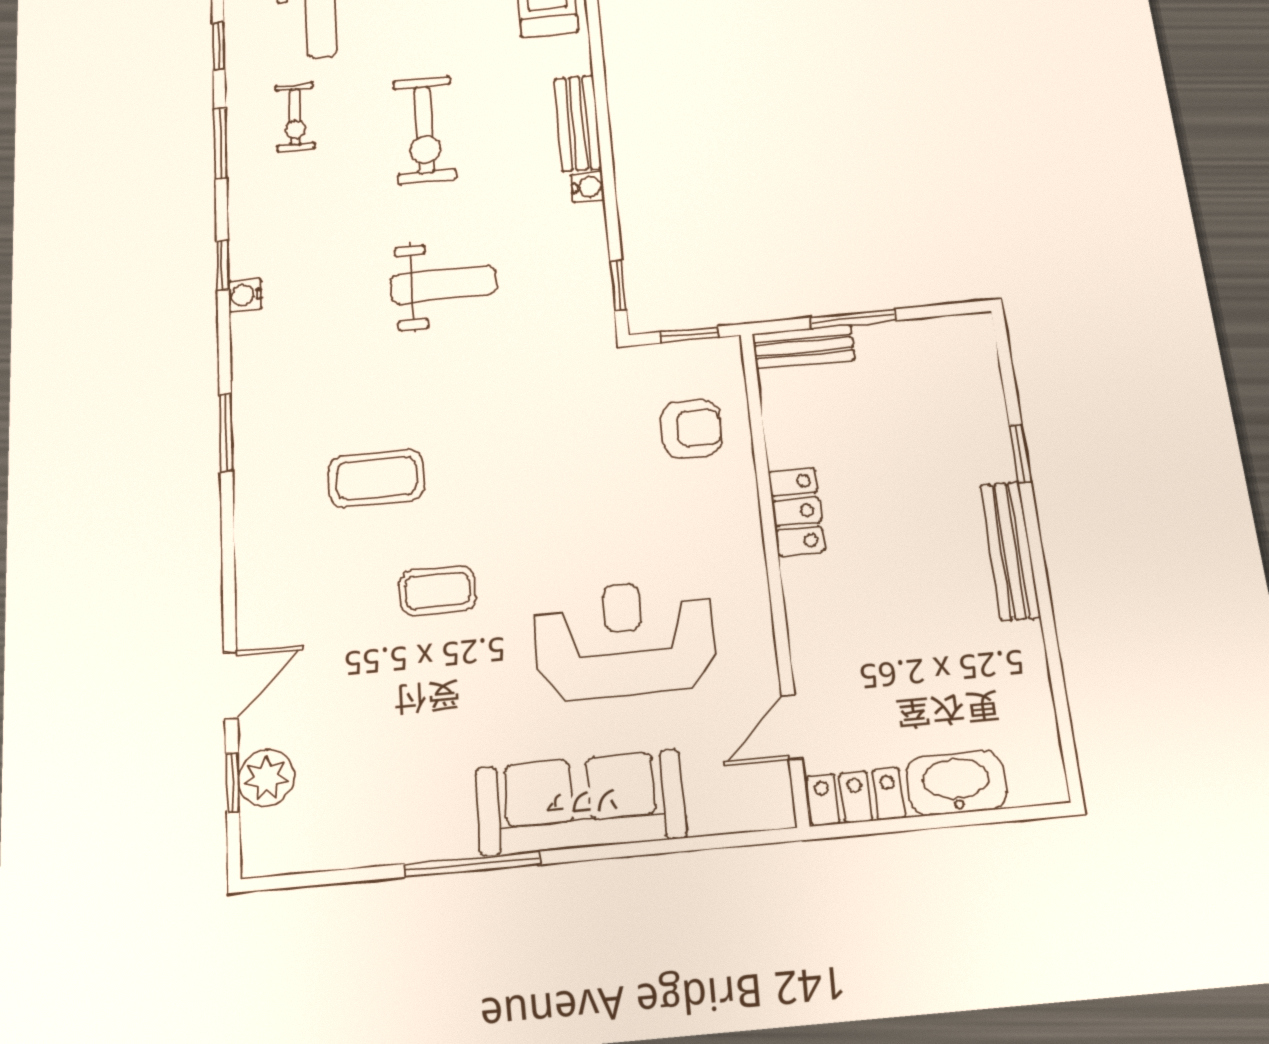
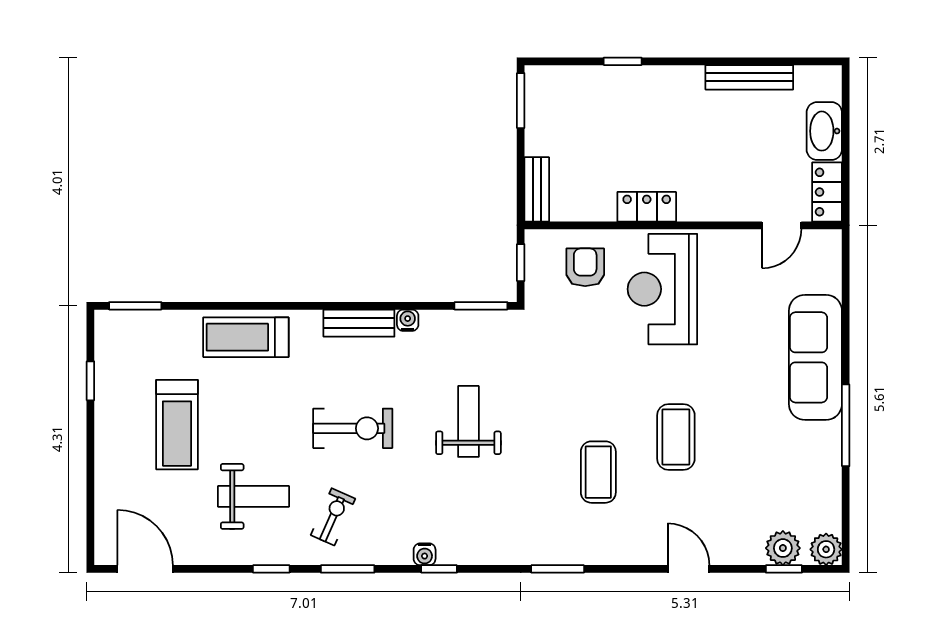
exercise bike: (295, 117) -> (333, 517), turned -66
window: (618, 285) -> (481, 306), width x1.50
water cooler: (245, 295) -> (425, 554), moved
window: (853, 319) -> (521, 101), moved
bench: (1010, 550) -> (749, 77), moved
coffee table: (437, 591) -> (676, 437), width x1.36, depth x1.30
reception desk: (625, 640) -> (662, 289), moved
door: (231, 685) -> (689, 569), moved
door: (792, 727) -> (782, 225), hinge flipped
plant: (266, 850) -> (826, 549), added

